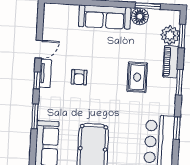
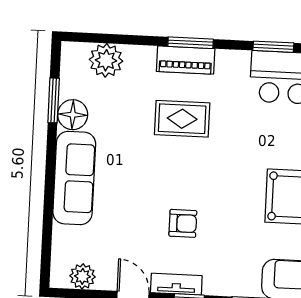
plant: (50, 21) -> (83, 276), added
window: (182, 36) -> (107, 39), removed
piano: (171, 62) -> (186, 60), moved

